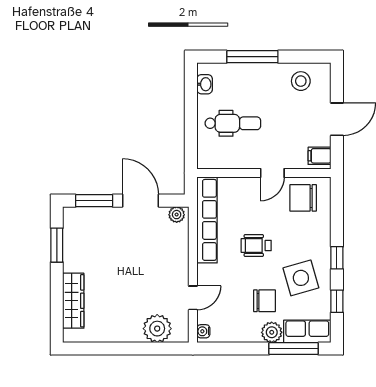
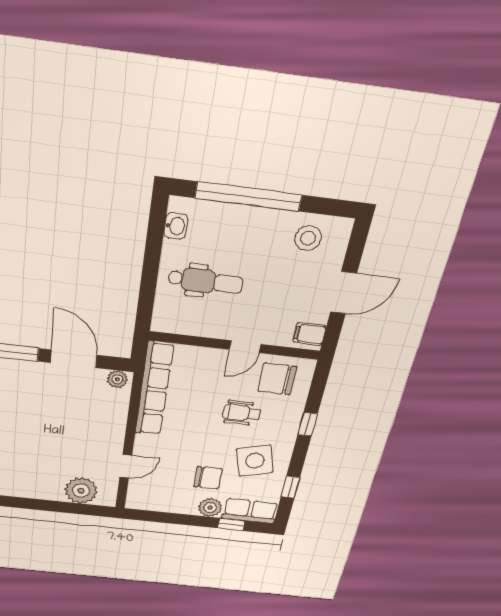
window: (252, 57) -> (249, 196), width x1.46
wheelchair: (256, 245) -> (241, 413), moved
window: (337, 258) -> (308, 424), moved
water cooler: (203, 331) -> (133, 499), removed
window: (294, 349) -> (231, 524), width x0.46

